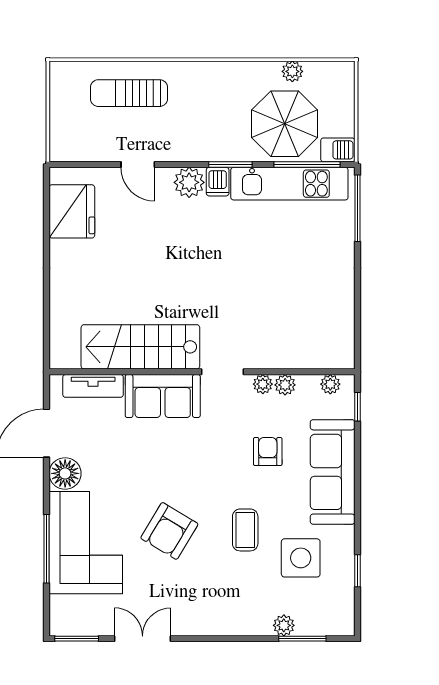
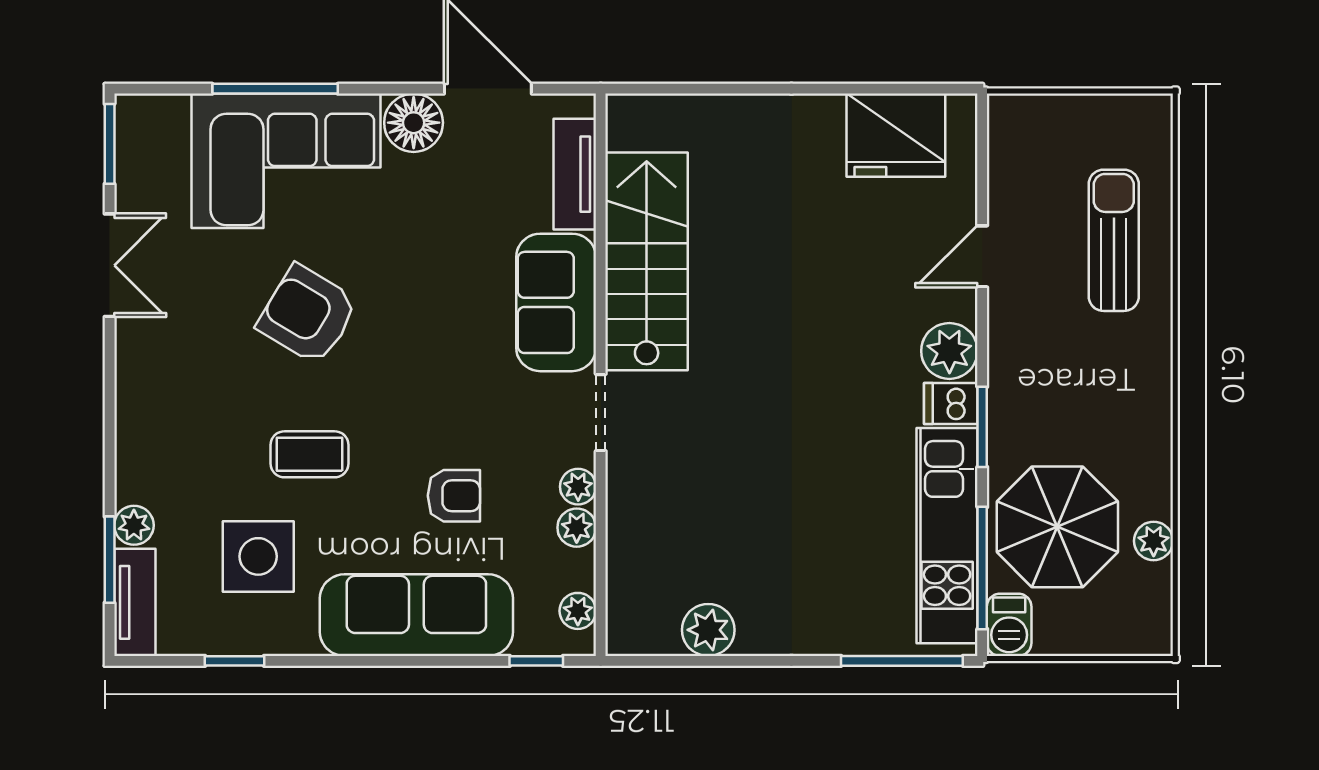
plant: (341, 313) -> (708, 630), added
tv unit: (326, 625) -> (135, 602), added

